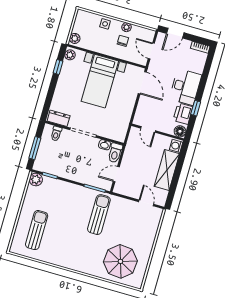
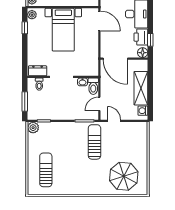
window: (196, 108) -> (150, 40), moved
door: (148, 129) -> (115, 59), width x1.88
washing machine: (176, 146) -> (143, 111), moved
door: (146, 203) -> (114, 121), moved

